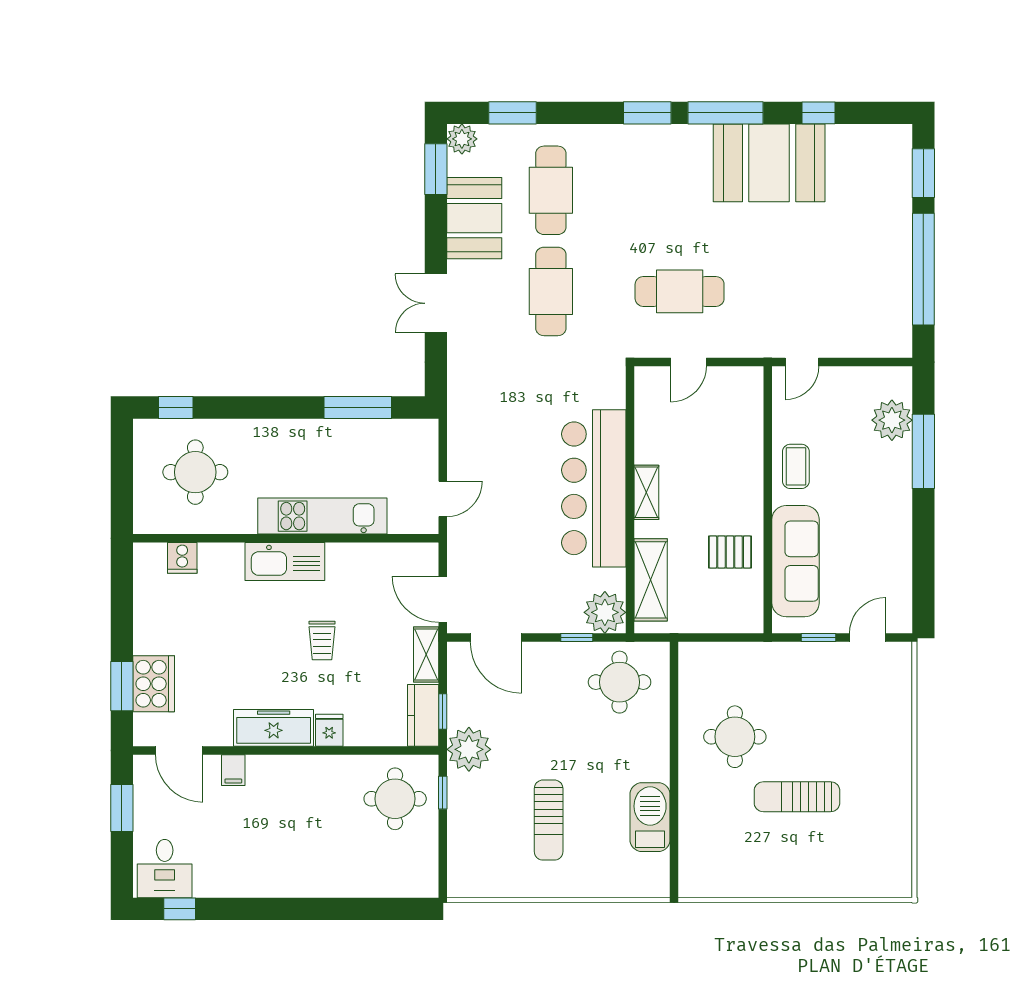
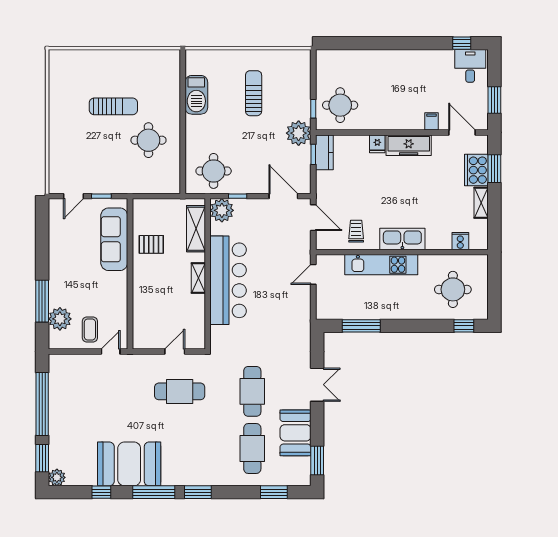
plant: (462, 139) -> (57, 477), moved
coffee table: (796, 466) -> (90, 329), moved
trolley: (322, 640) -> (356, 231), moved
shelving: (426, 655) -> (481, 203), moved

